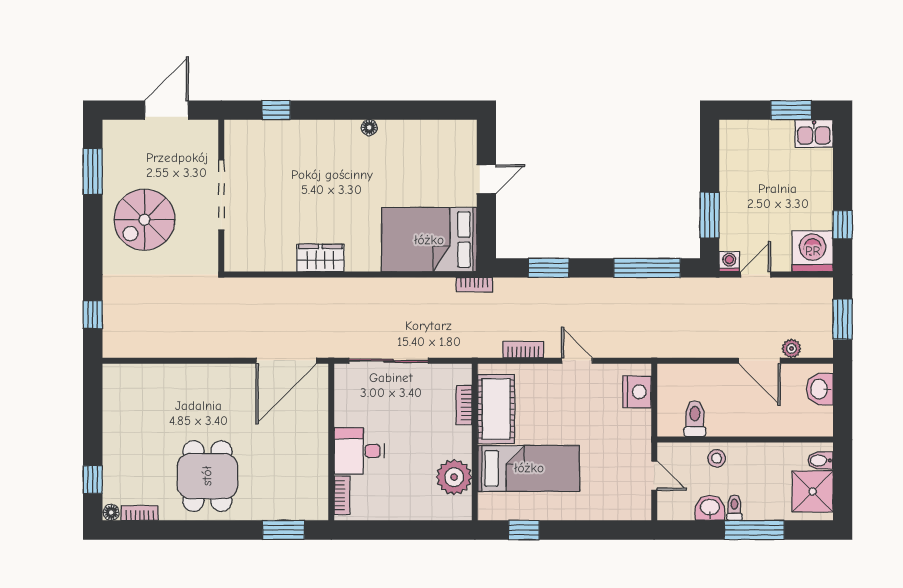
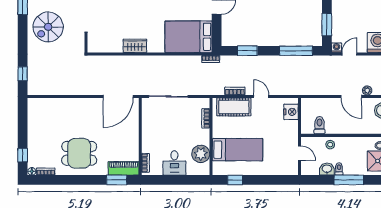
cot: (496, 409) -> (234, 107), moved, turned 90
desk: (359, 451) -> (174, 163), moved, turned -90
dining table: (207, 476) -> (79, 153), turned 90
piano: (297, 507) -> (124, 168), added

